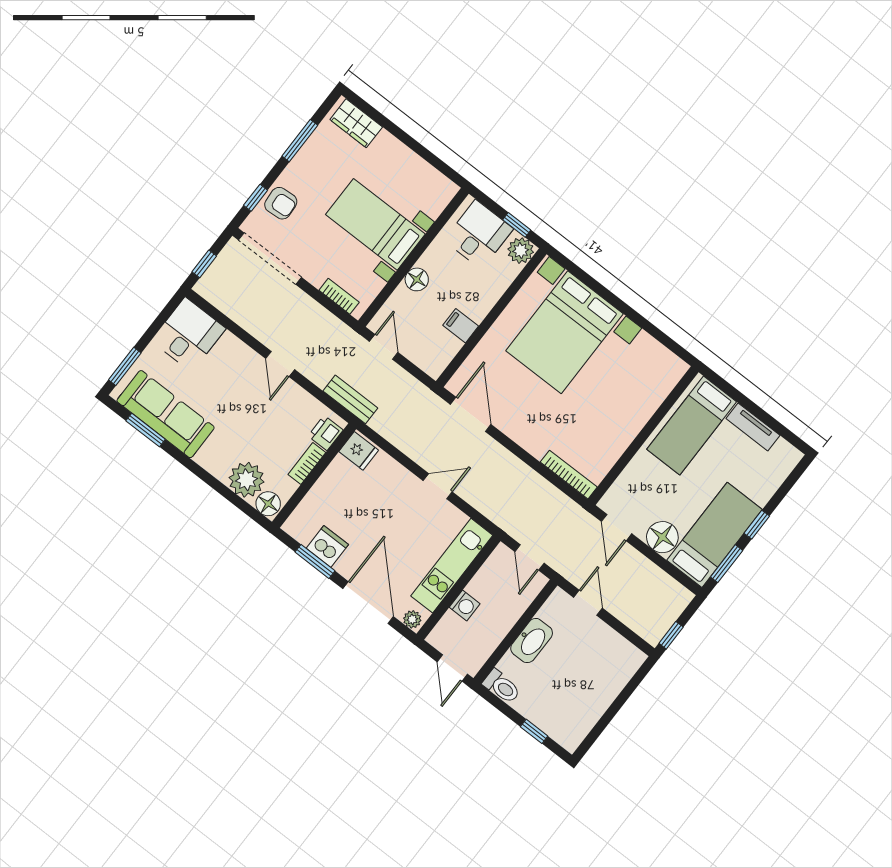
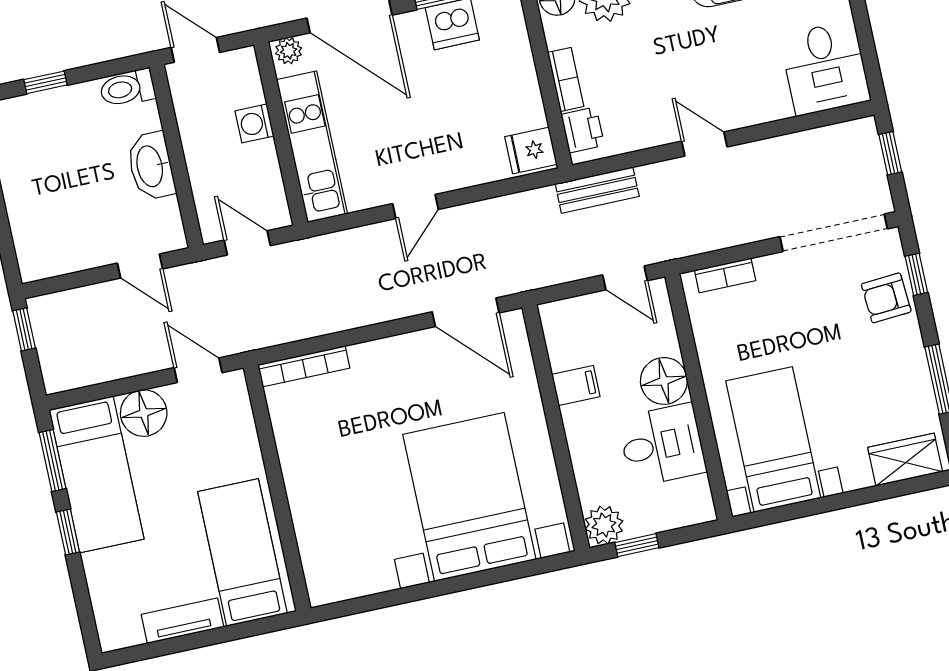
bed with nightstands: (375, 224) -> (773, 440), moved, turned -90
desk: (479, 234) -> (662, 445), moved, turned -90
floor lamp: (417, 279) -> (664, 381), width x1.38, depth x1.38

